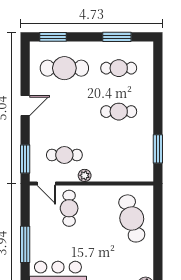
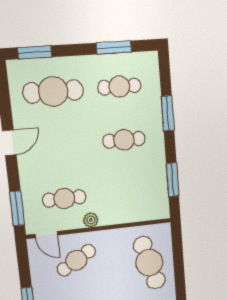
window: (158, 93) -> (168, 113), added
cafe table: (69, 208) -> (76, 260), turned 60

